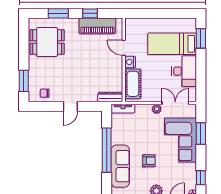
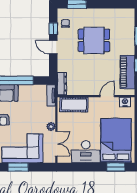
dining table: (47, 42) -> (94, 40), moved, turned 90
bed: (172, 44) -> (116, 141), width x1.50
nightstand: (130, 62) -> (125, 102), moved
window: (50, 106) -> (53, 29), added
window: (201, 133) -> (18, 167), moved

